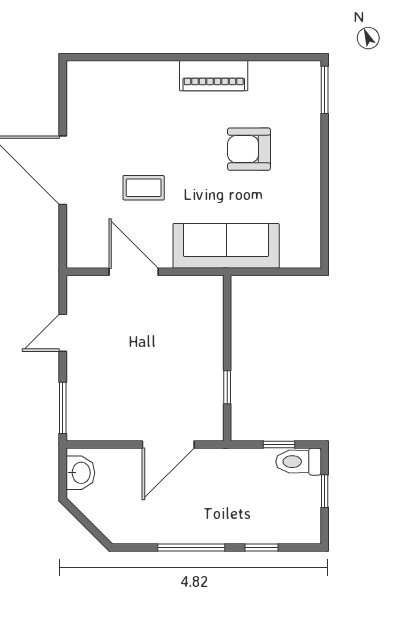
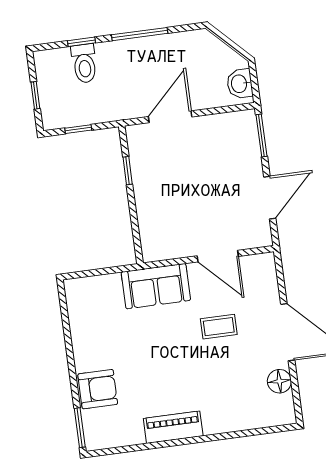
floor lamp: (80, 113) -> (279, 381), added
armchair: (249, 149) -> (98, 389), moved
sofa: (226, 246) -> (156, 286), width x0.73
door: (63, 333) -> (270, 198), width x1.38
toilet: (299, 462) -> (84, 63), moved, turned 90

